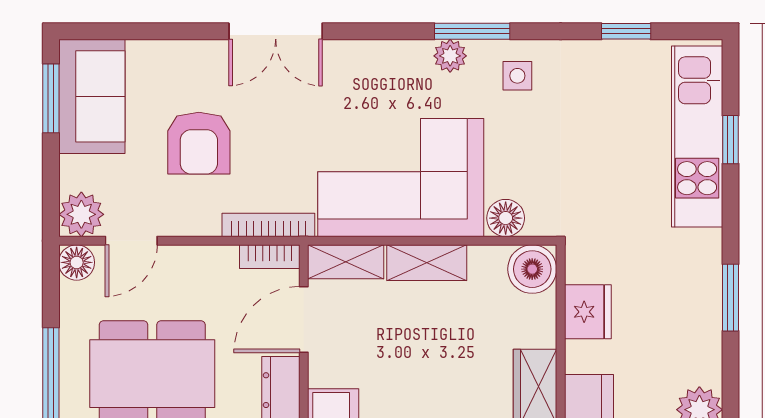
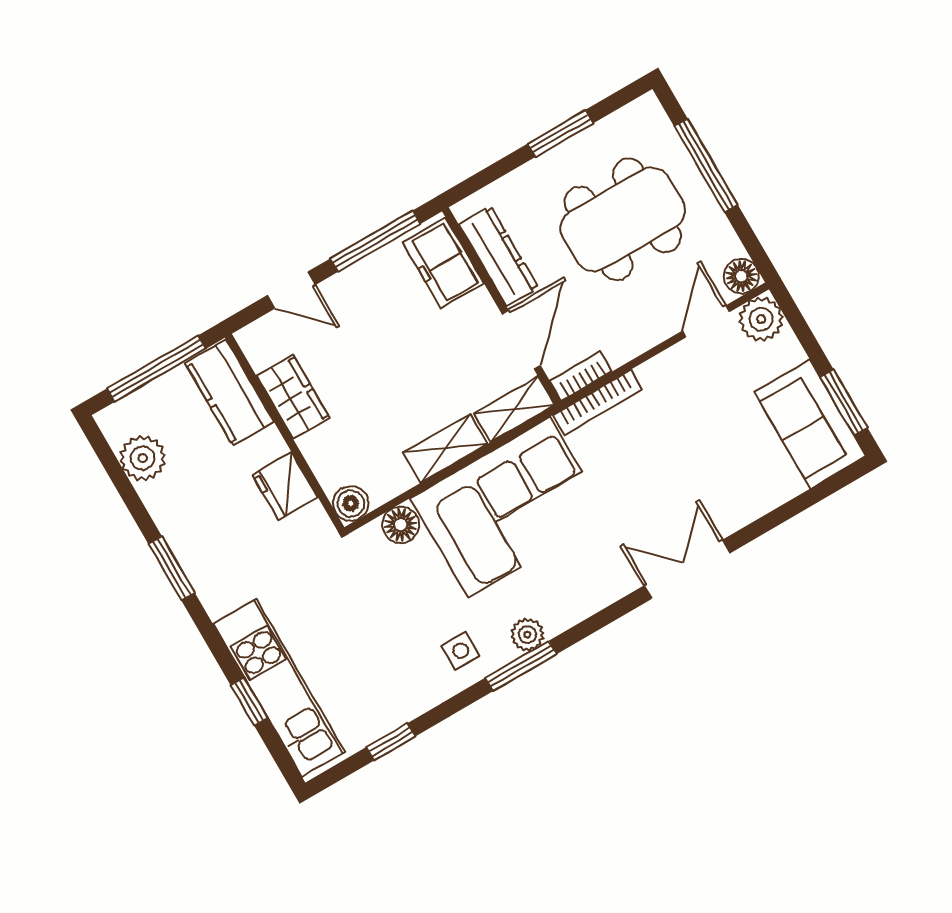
armchair: (199, 143) -> (697, 437), removed
boiler: (532, 269) -> (351, 503), width x0.73, depth x0.73

